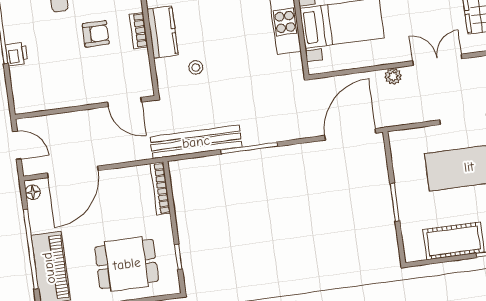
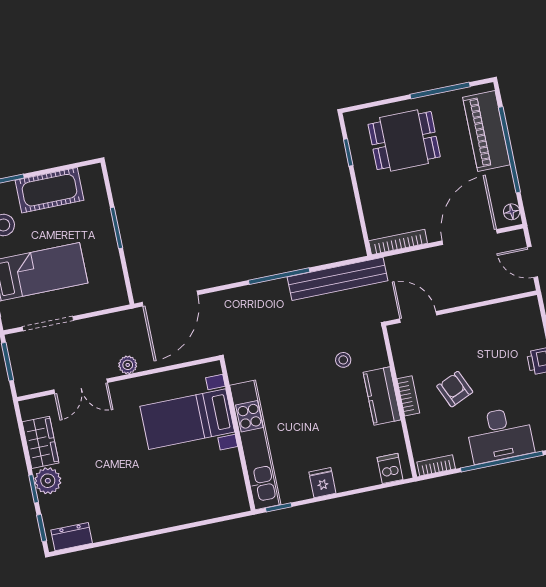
armchair: (96, 34) -> (455, 389), turned 66
bookcase: (160, 188) -> (398, 242), moved, turned -90

